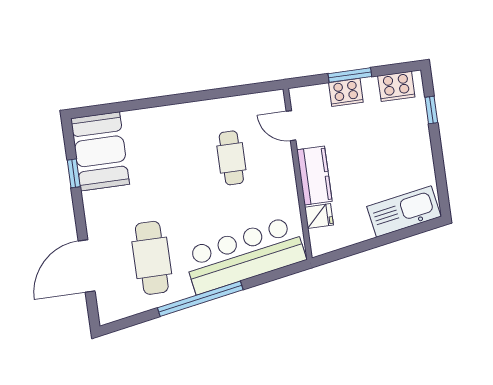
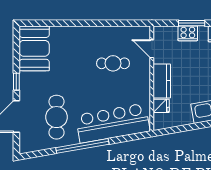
cafe table: (231, 158) -> (113, 63), turned 90
window: (74, 173) -> (16, 82), moved

